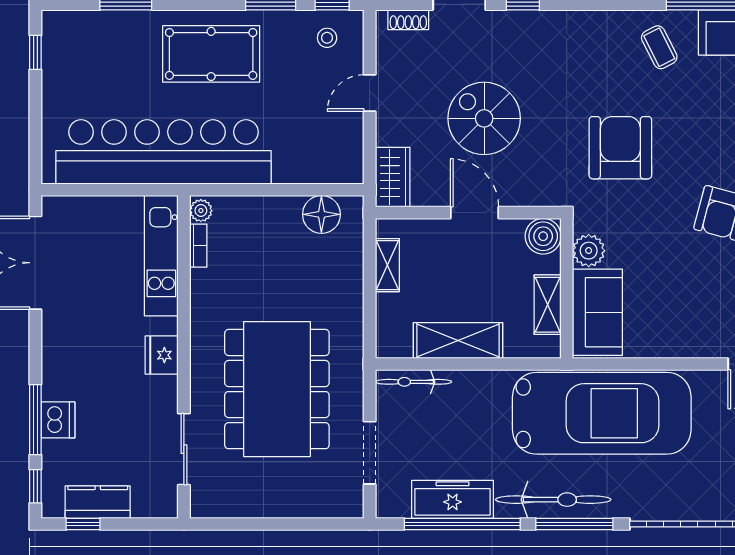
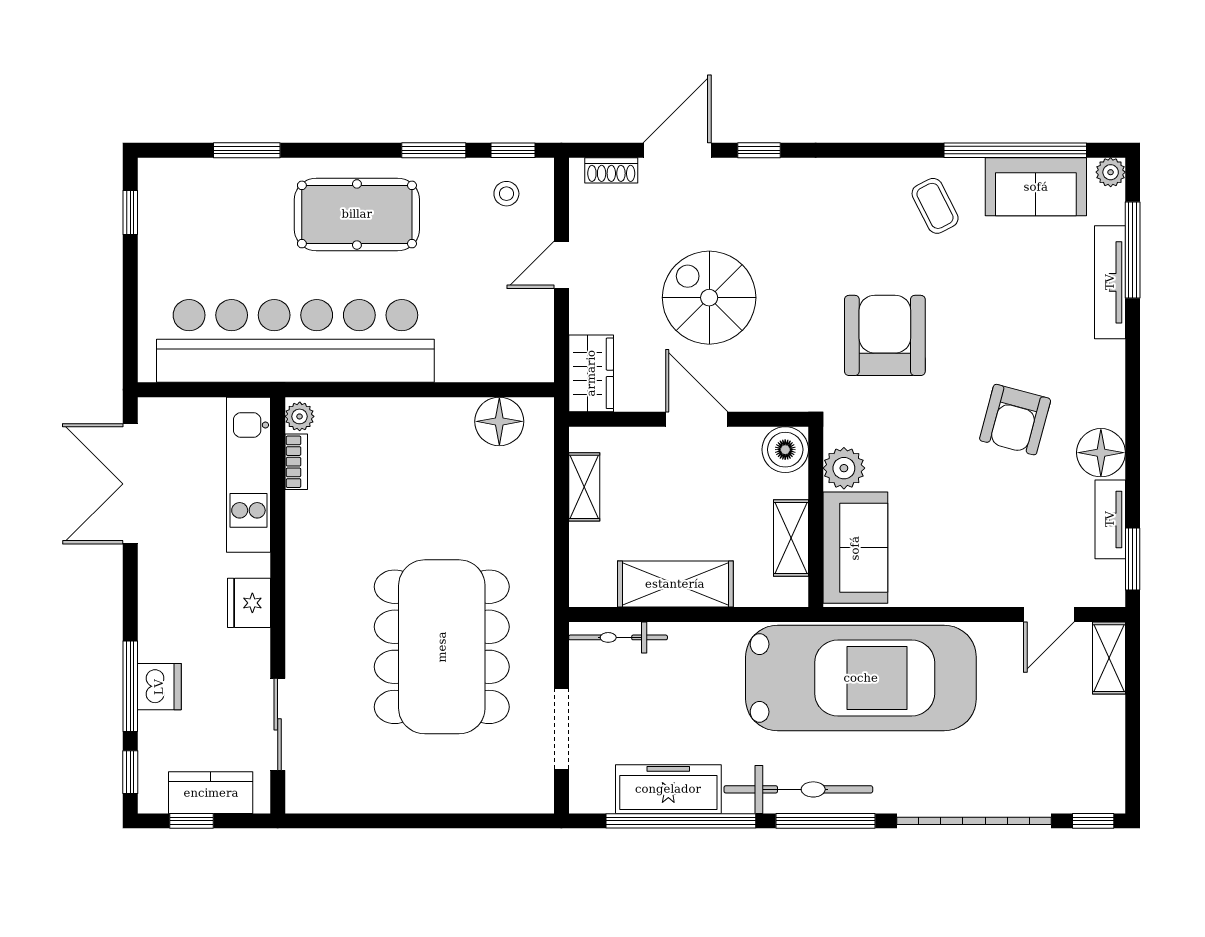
plant: (201, 211) -> (300, 416), moved
bookcase: (198, 246) -> (296, 462), moved
kitchen unit: (161, 256) -> (248, 475), moved
fridge: (162, 355) -> (249, 603), moved
wall: (184, 357) -> (278, 605), moved
sliding door: (184, 449) -> (278, 724), moved

